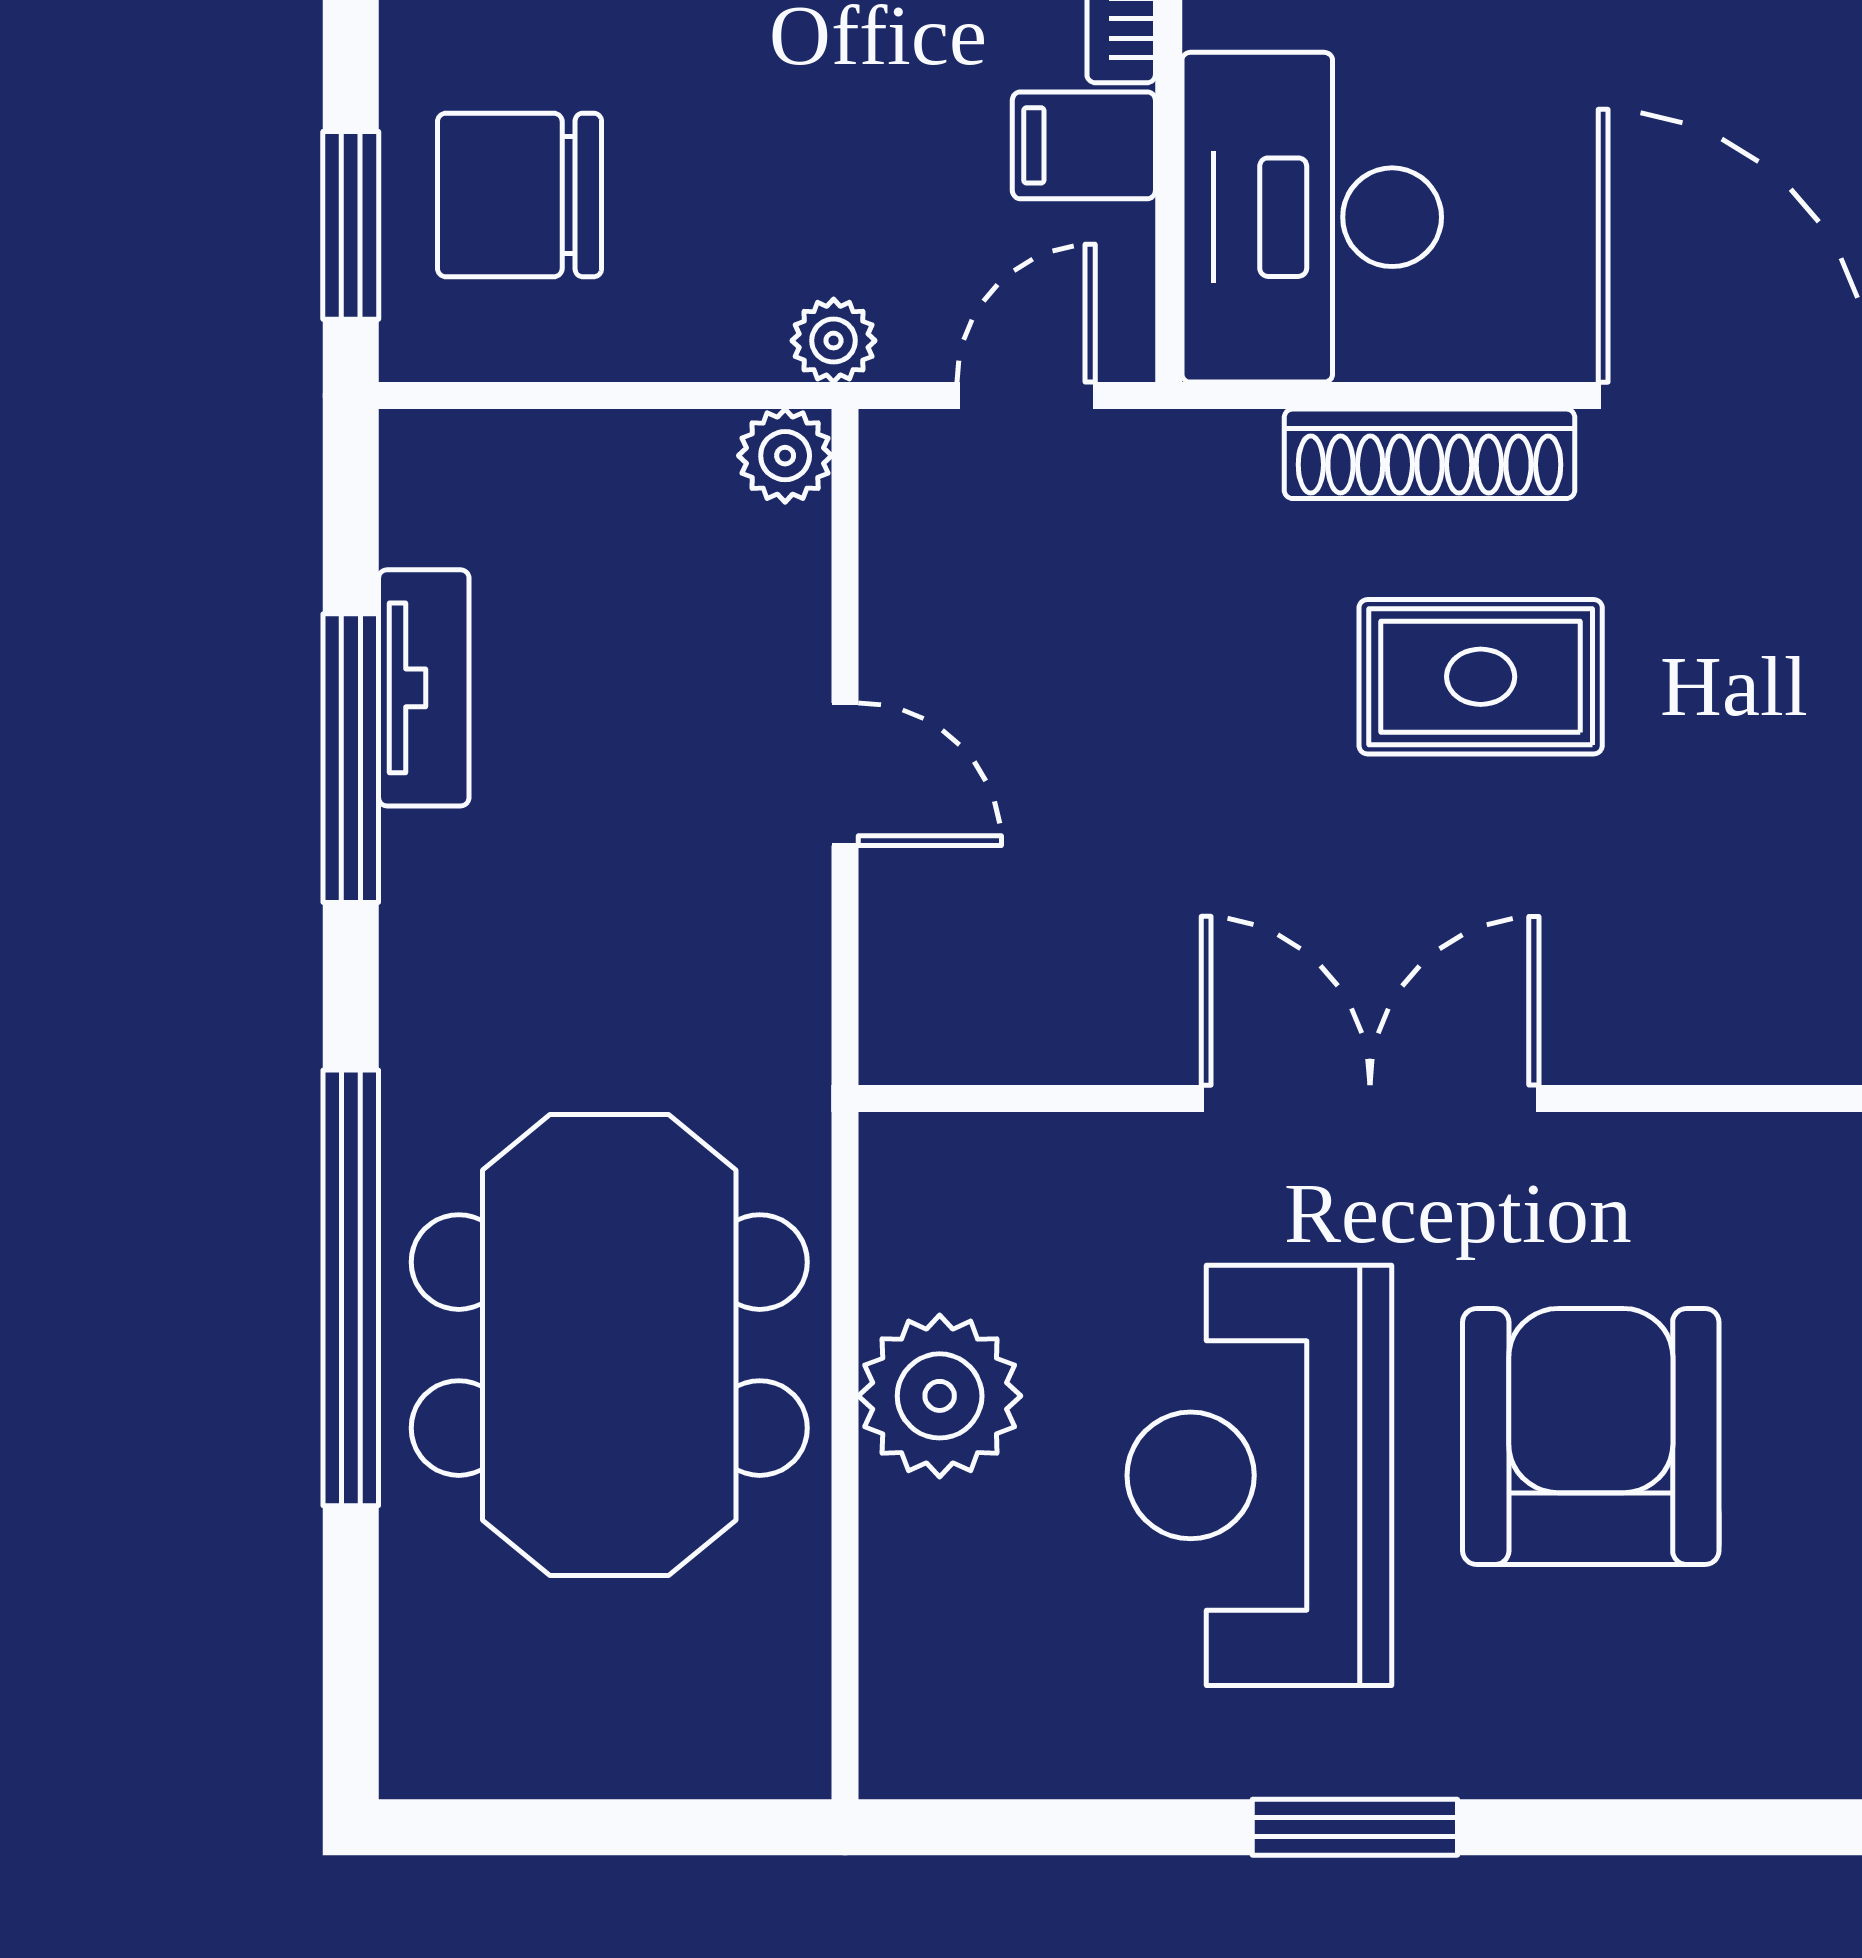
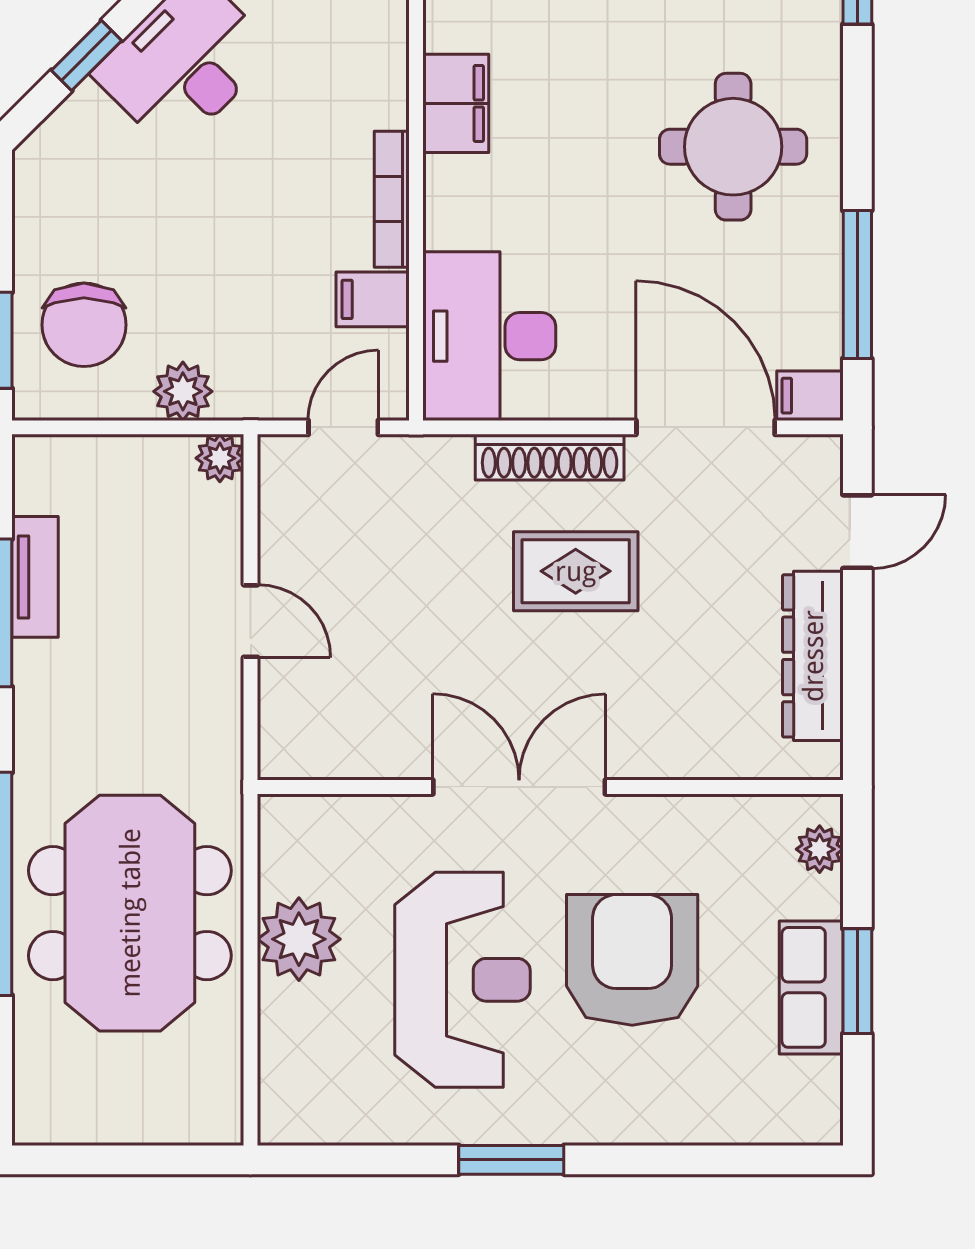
chair: (519, 195) -> (84, 325), turned -90
plant: (834, 341) -> (183, 391), moved, width x1.38, depth x1.38
reception desk: (1259, 1475) -> (462, 980), turned 180

